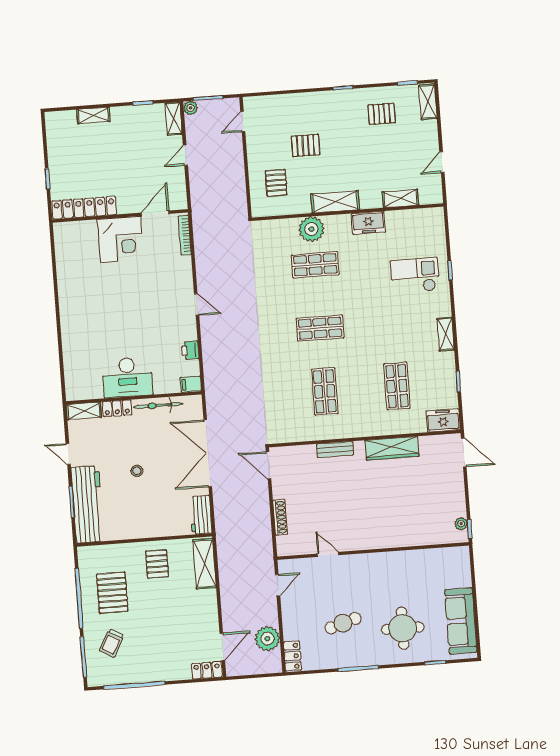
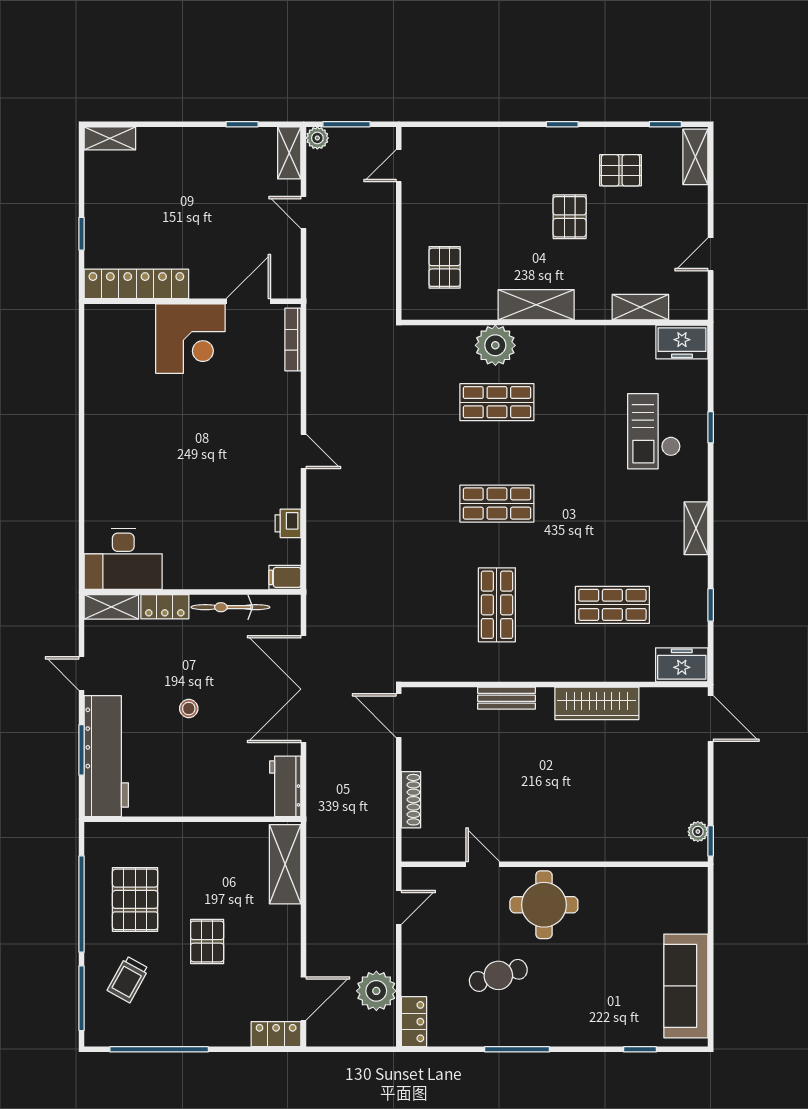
shelving: (93, 115) -> (110, 138), moved
pallet: (306, 145) -> (570, 217), moved, turned 90
door: (185, 155) -> (304, 213), hinge flipped
freezer: (368, 223) -> (682, 342), moved
checkout: (415, 276) -> (654, 431), turned -90
desk: (127, 377) -> (123, 559), moved
shop shelf: (397, 386) -> (612, 605), turned 90
pallet: (157, 564) -> (207, 941), moved
round table: (403, 628) -> (544, 905), moved

